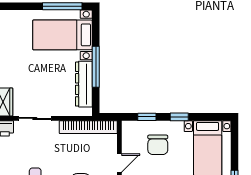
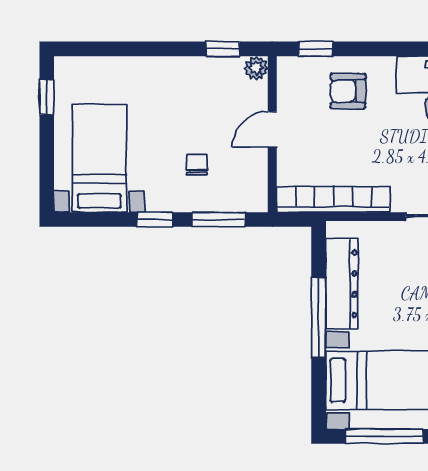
window: (147, 117) -> (218, 219), width x1.50
chair: (158, 145) -> (197, 165), width x0.54, depth x0.54

